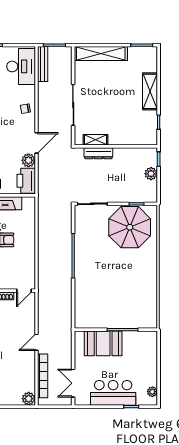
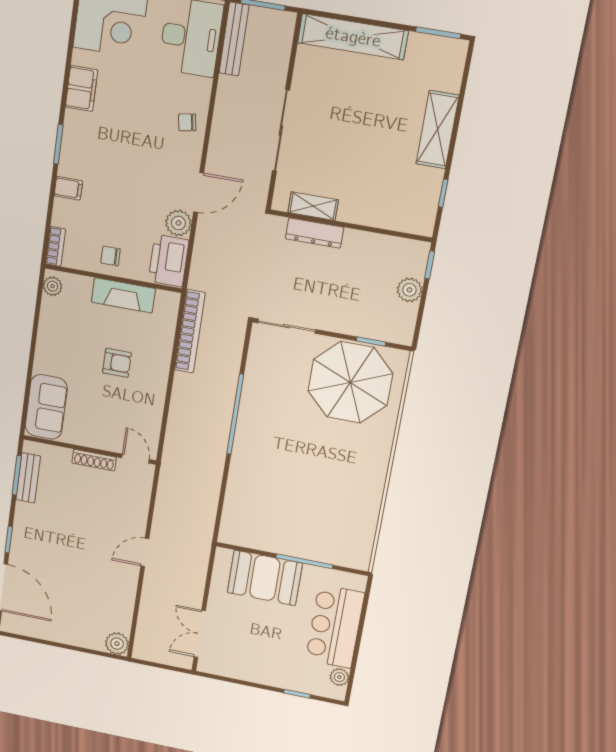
door: (24, 291) -> (136, 459), swing flipped
bookcase: (43, 376) -> (190, 331), moved
bar counter: (113, 393) -> (335, 626), moved, turned -90

